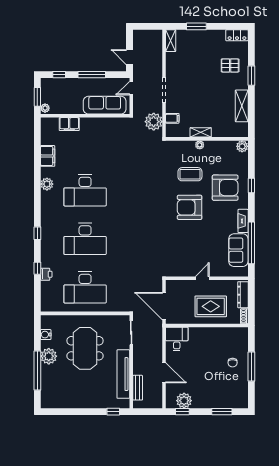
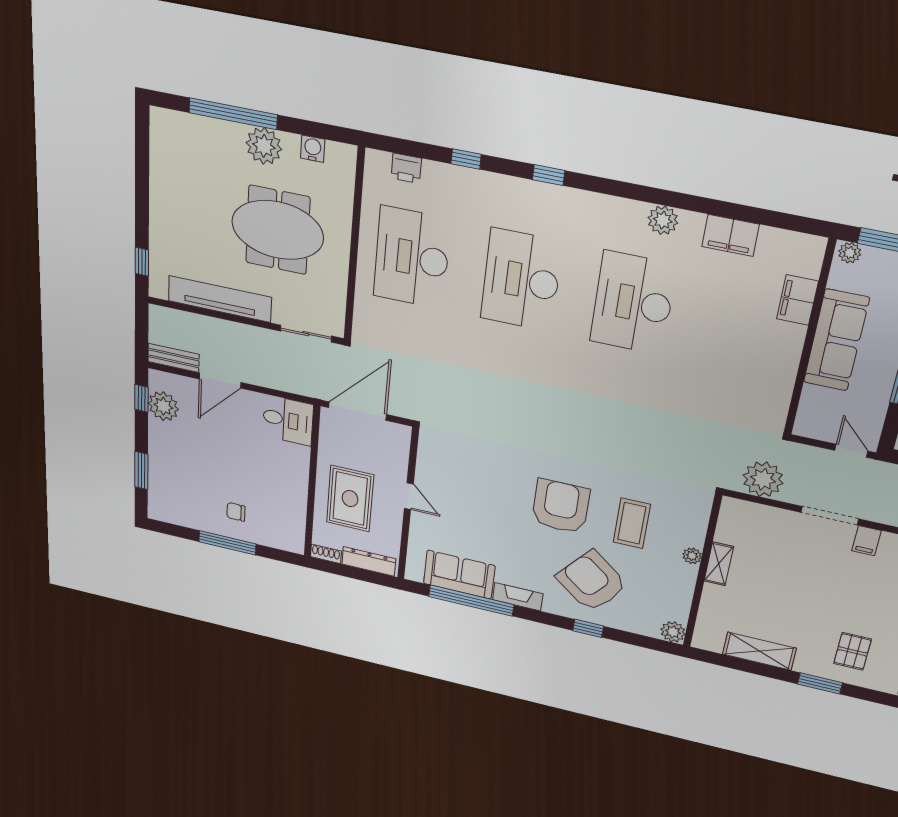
sofa: (105, 105) -> (836, 340), moved
filing cabinet: (172, 118) -> (866, 541), moved
armchair: (225, 188) -> (592, 581), turned 129
printer: (46, 274) -> (406, 168), moved
bench: (138, 388) -> (173, 358), moved

